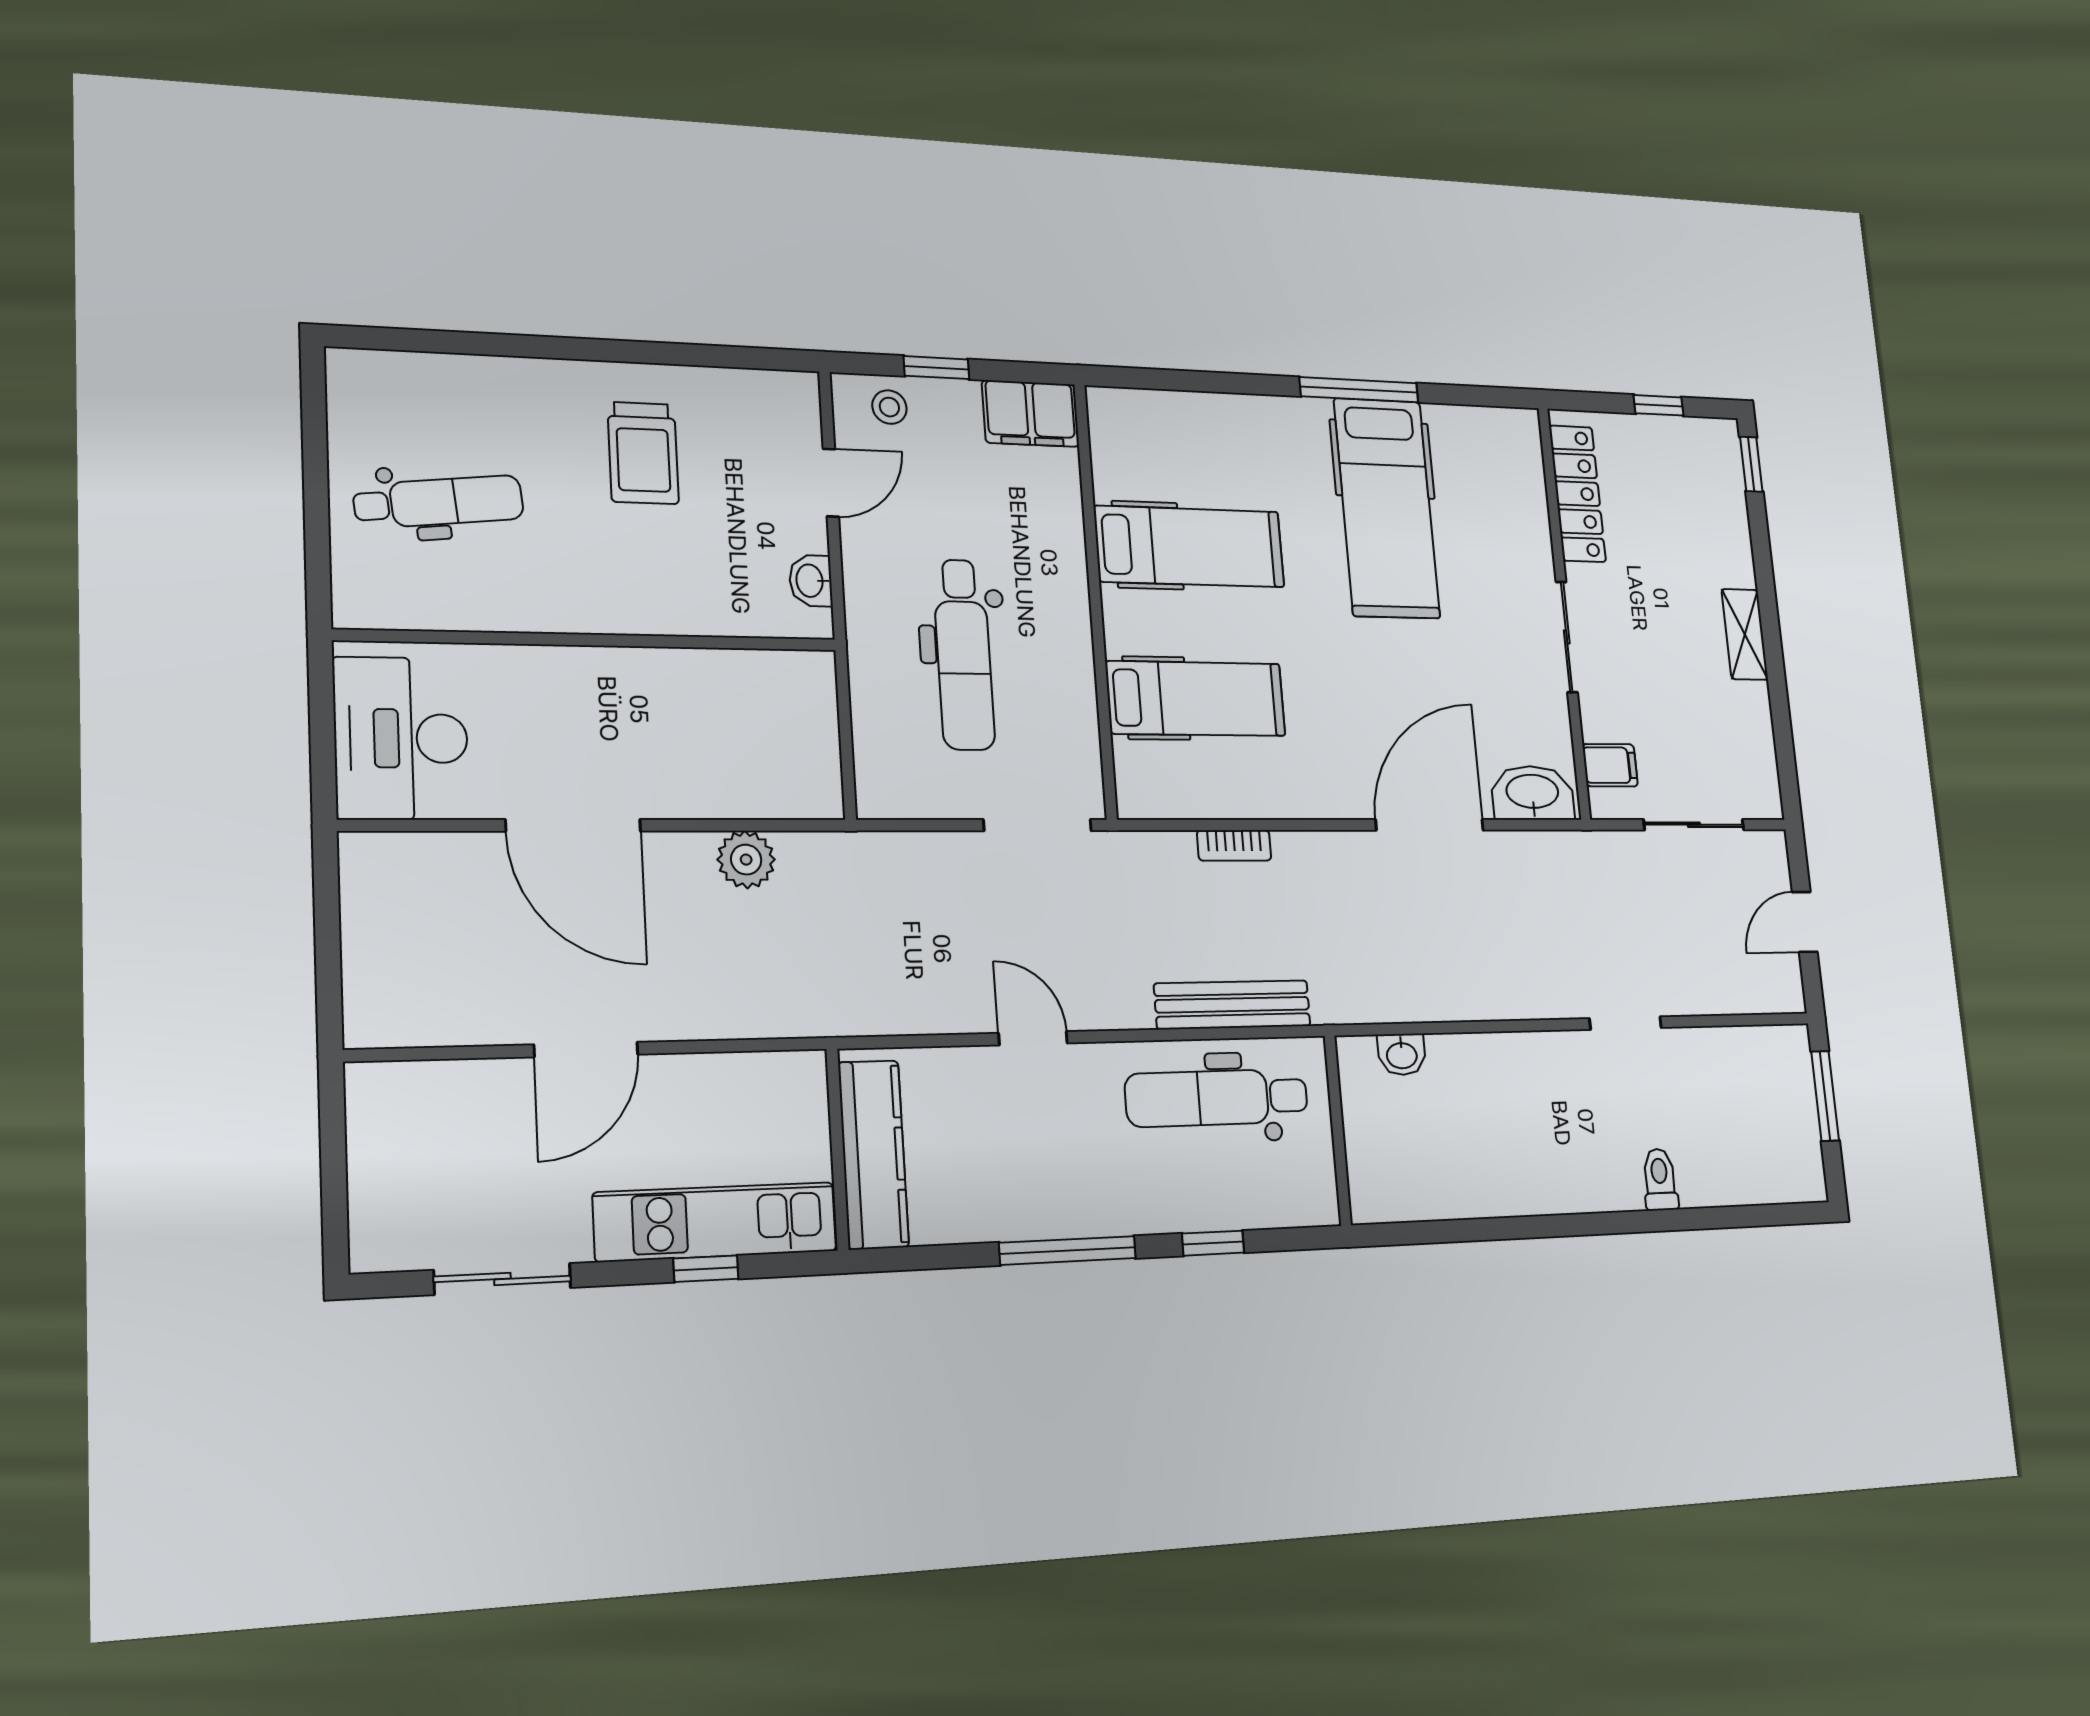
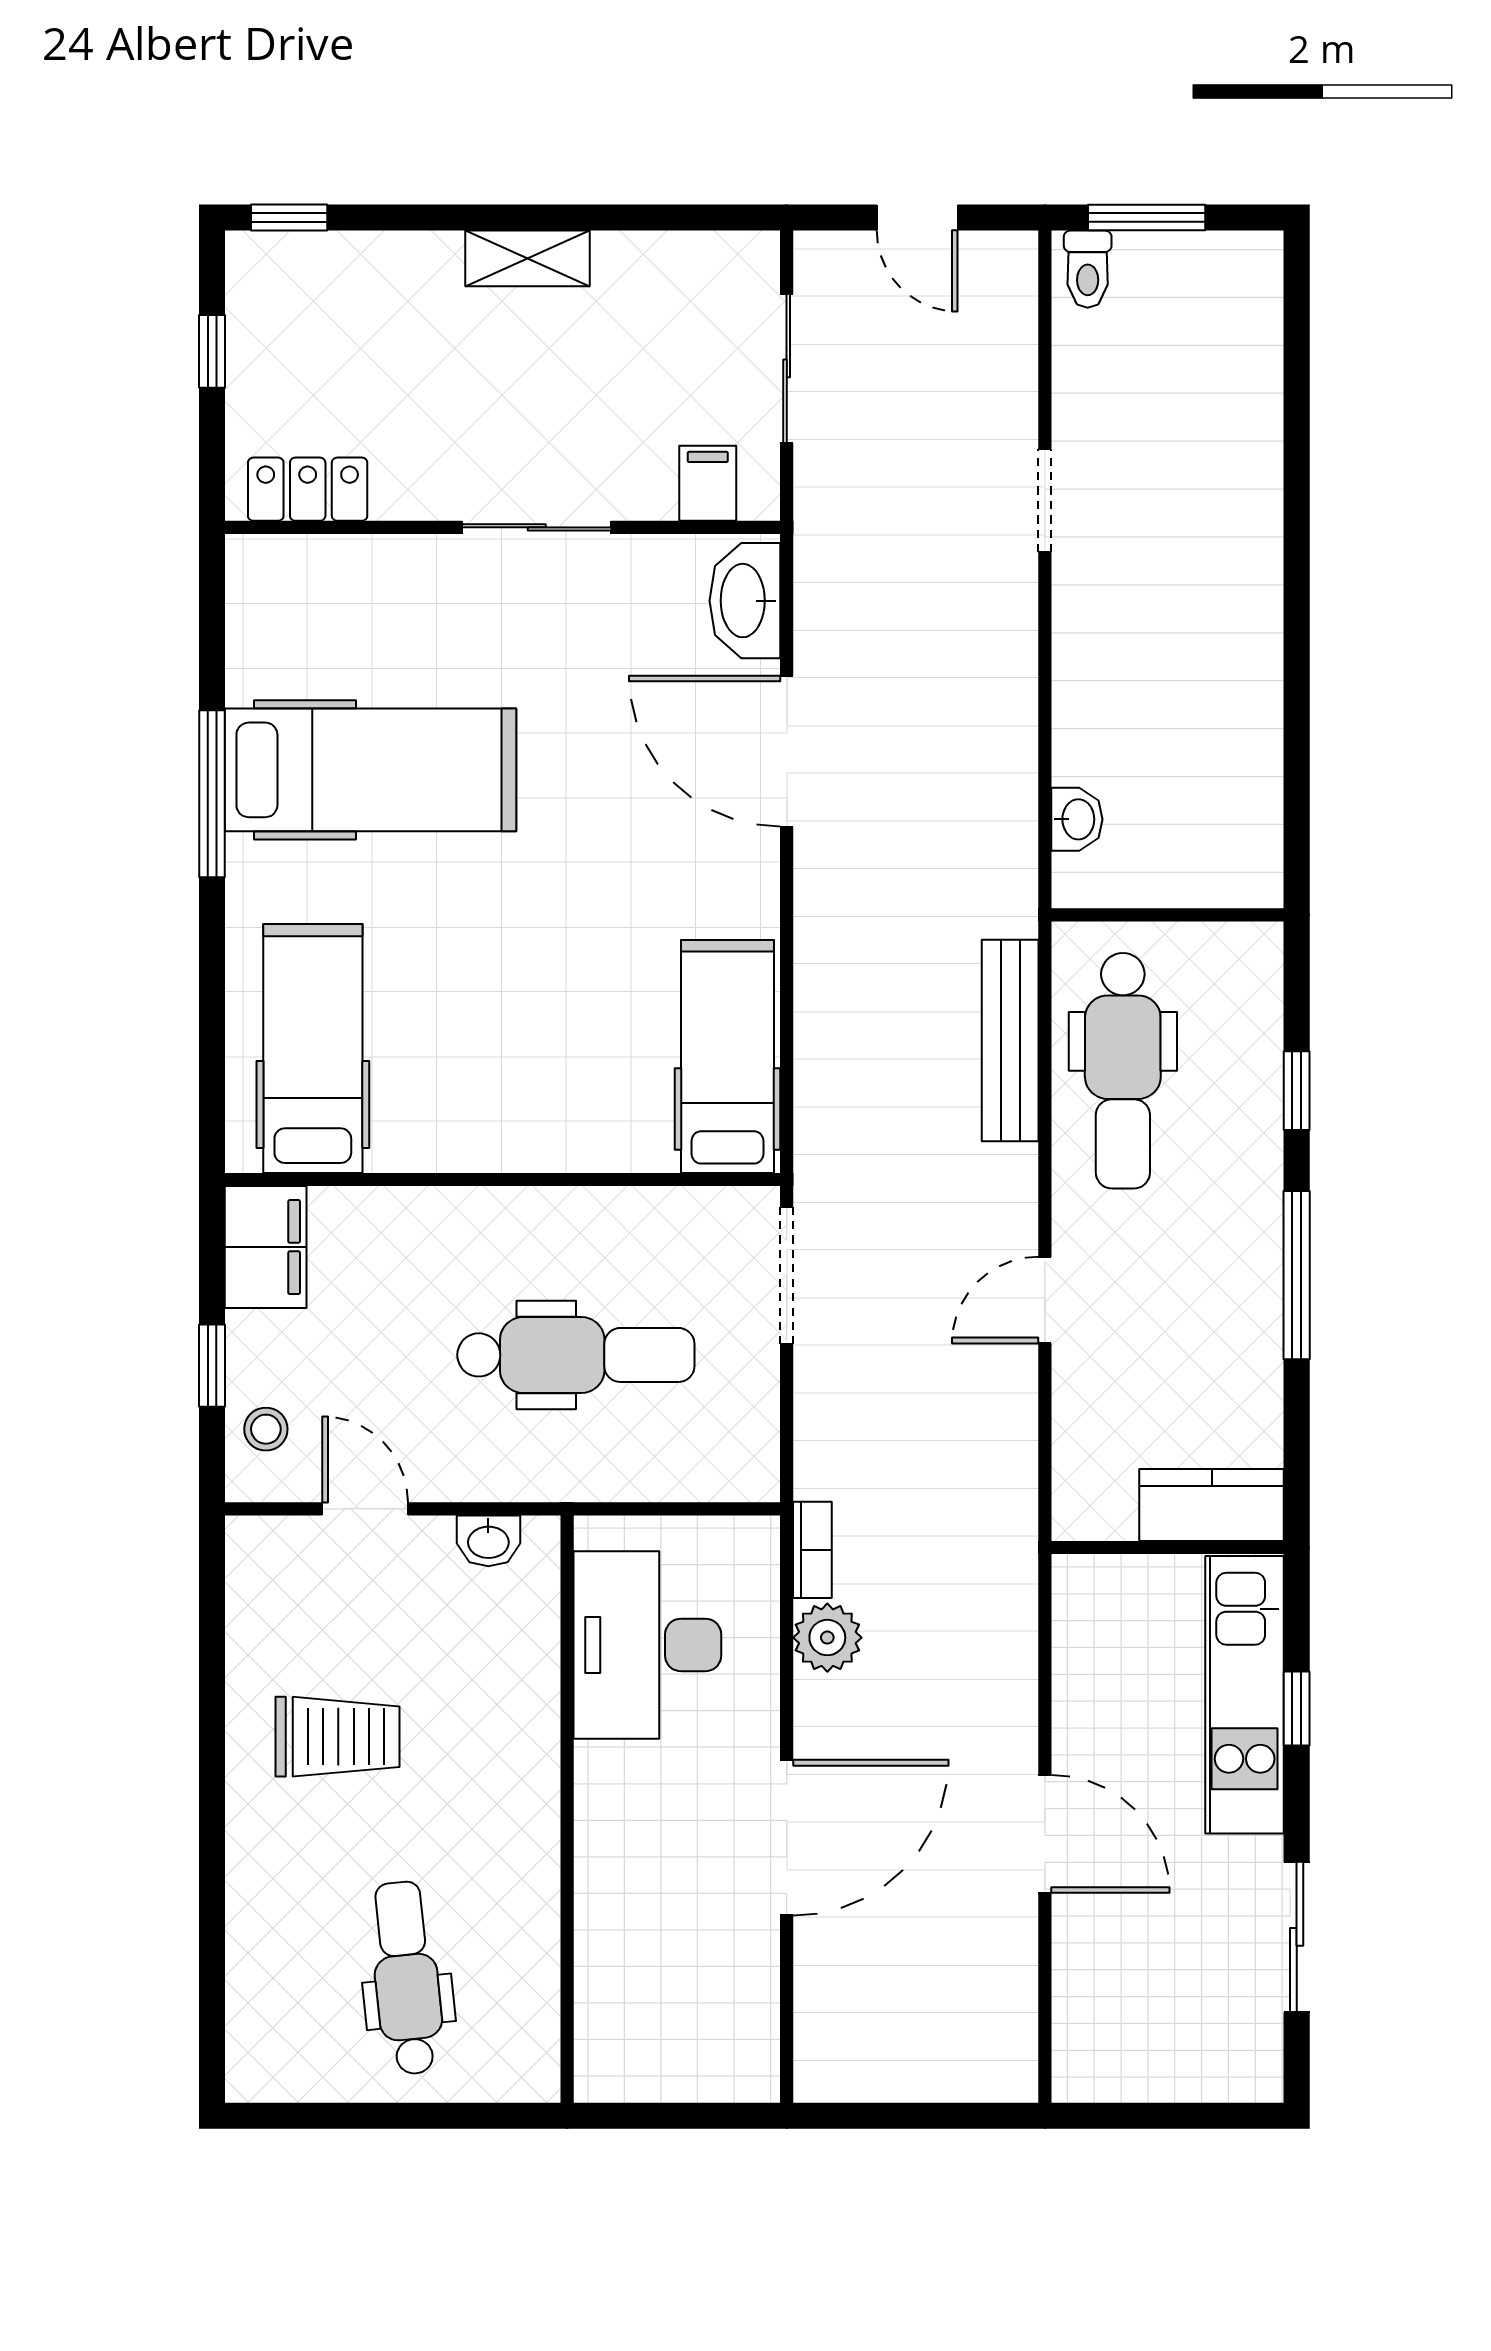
locker: (1577, 494) -> (308, 489), width x0.66
hospital bed: (1189, 547) -> (313, 1048), moved
hospital bed: (1196, 699) -> (727, 1057), moved
desk: (401, 738) -> (647, 1645), moved, turned 90
bookcase: (1234, 845) -> (812, 1550), moved
kitchen counter: (873, 1154) -> (1212, 1505), width x0.67
toilet: (1660, 1179) -> (1088, 269), moved, turned -90

